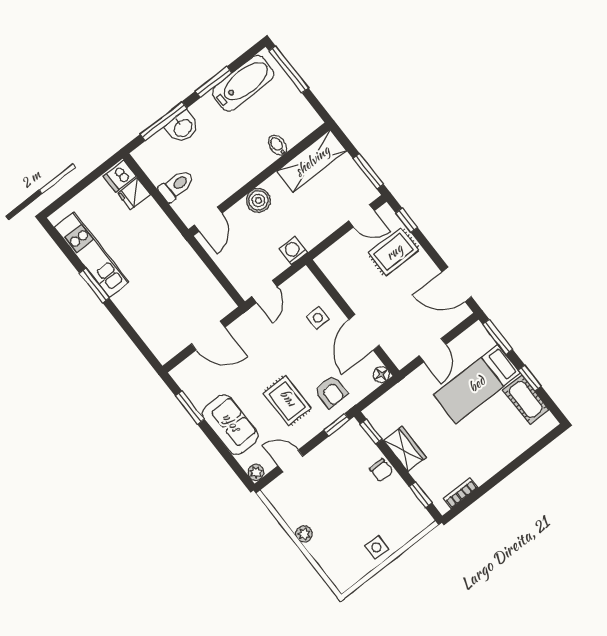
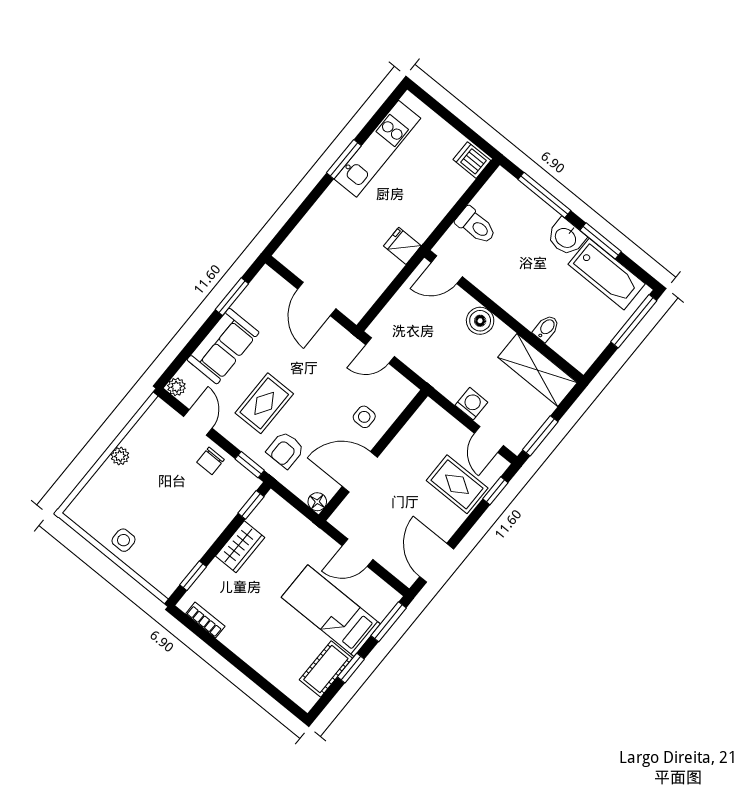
washbasin: (182, 128) -> (566, 237), moved
fridge: (134, 194) -> (402, 246), moved
washing machine: (293, 251) -> (471, 404), moved
chair: (381, 470) -> (210, 461), moved

